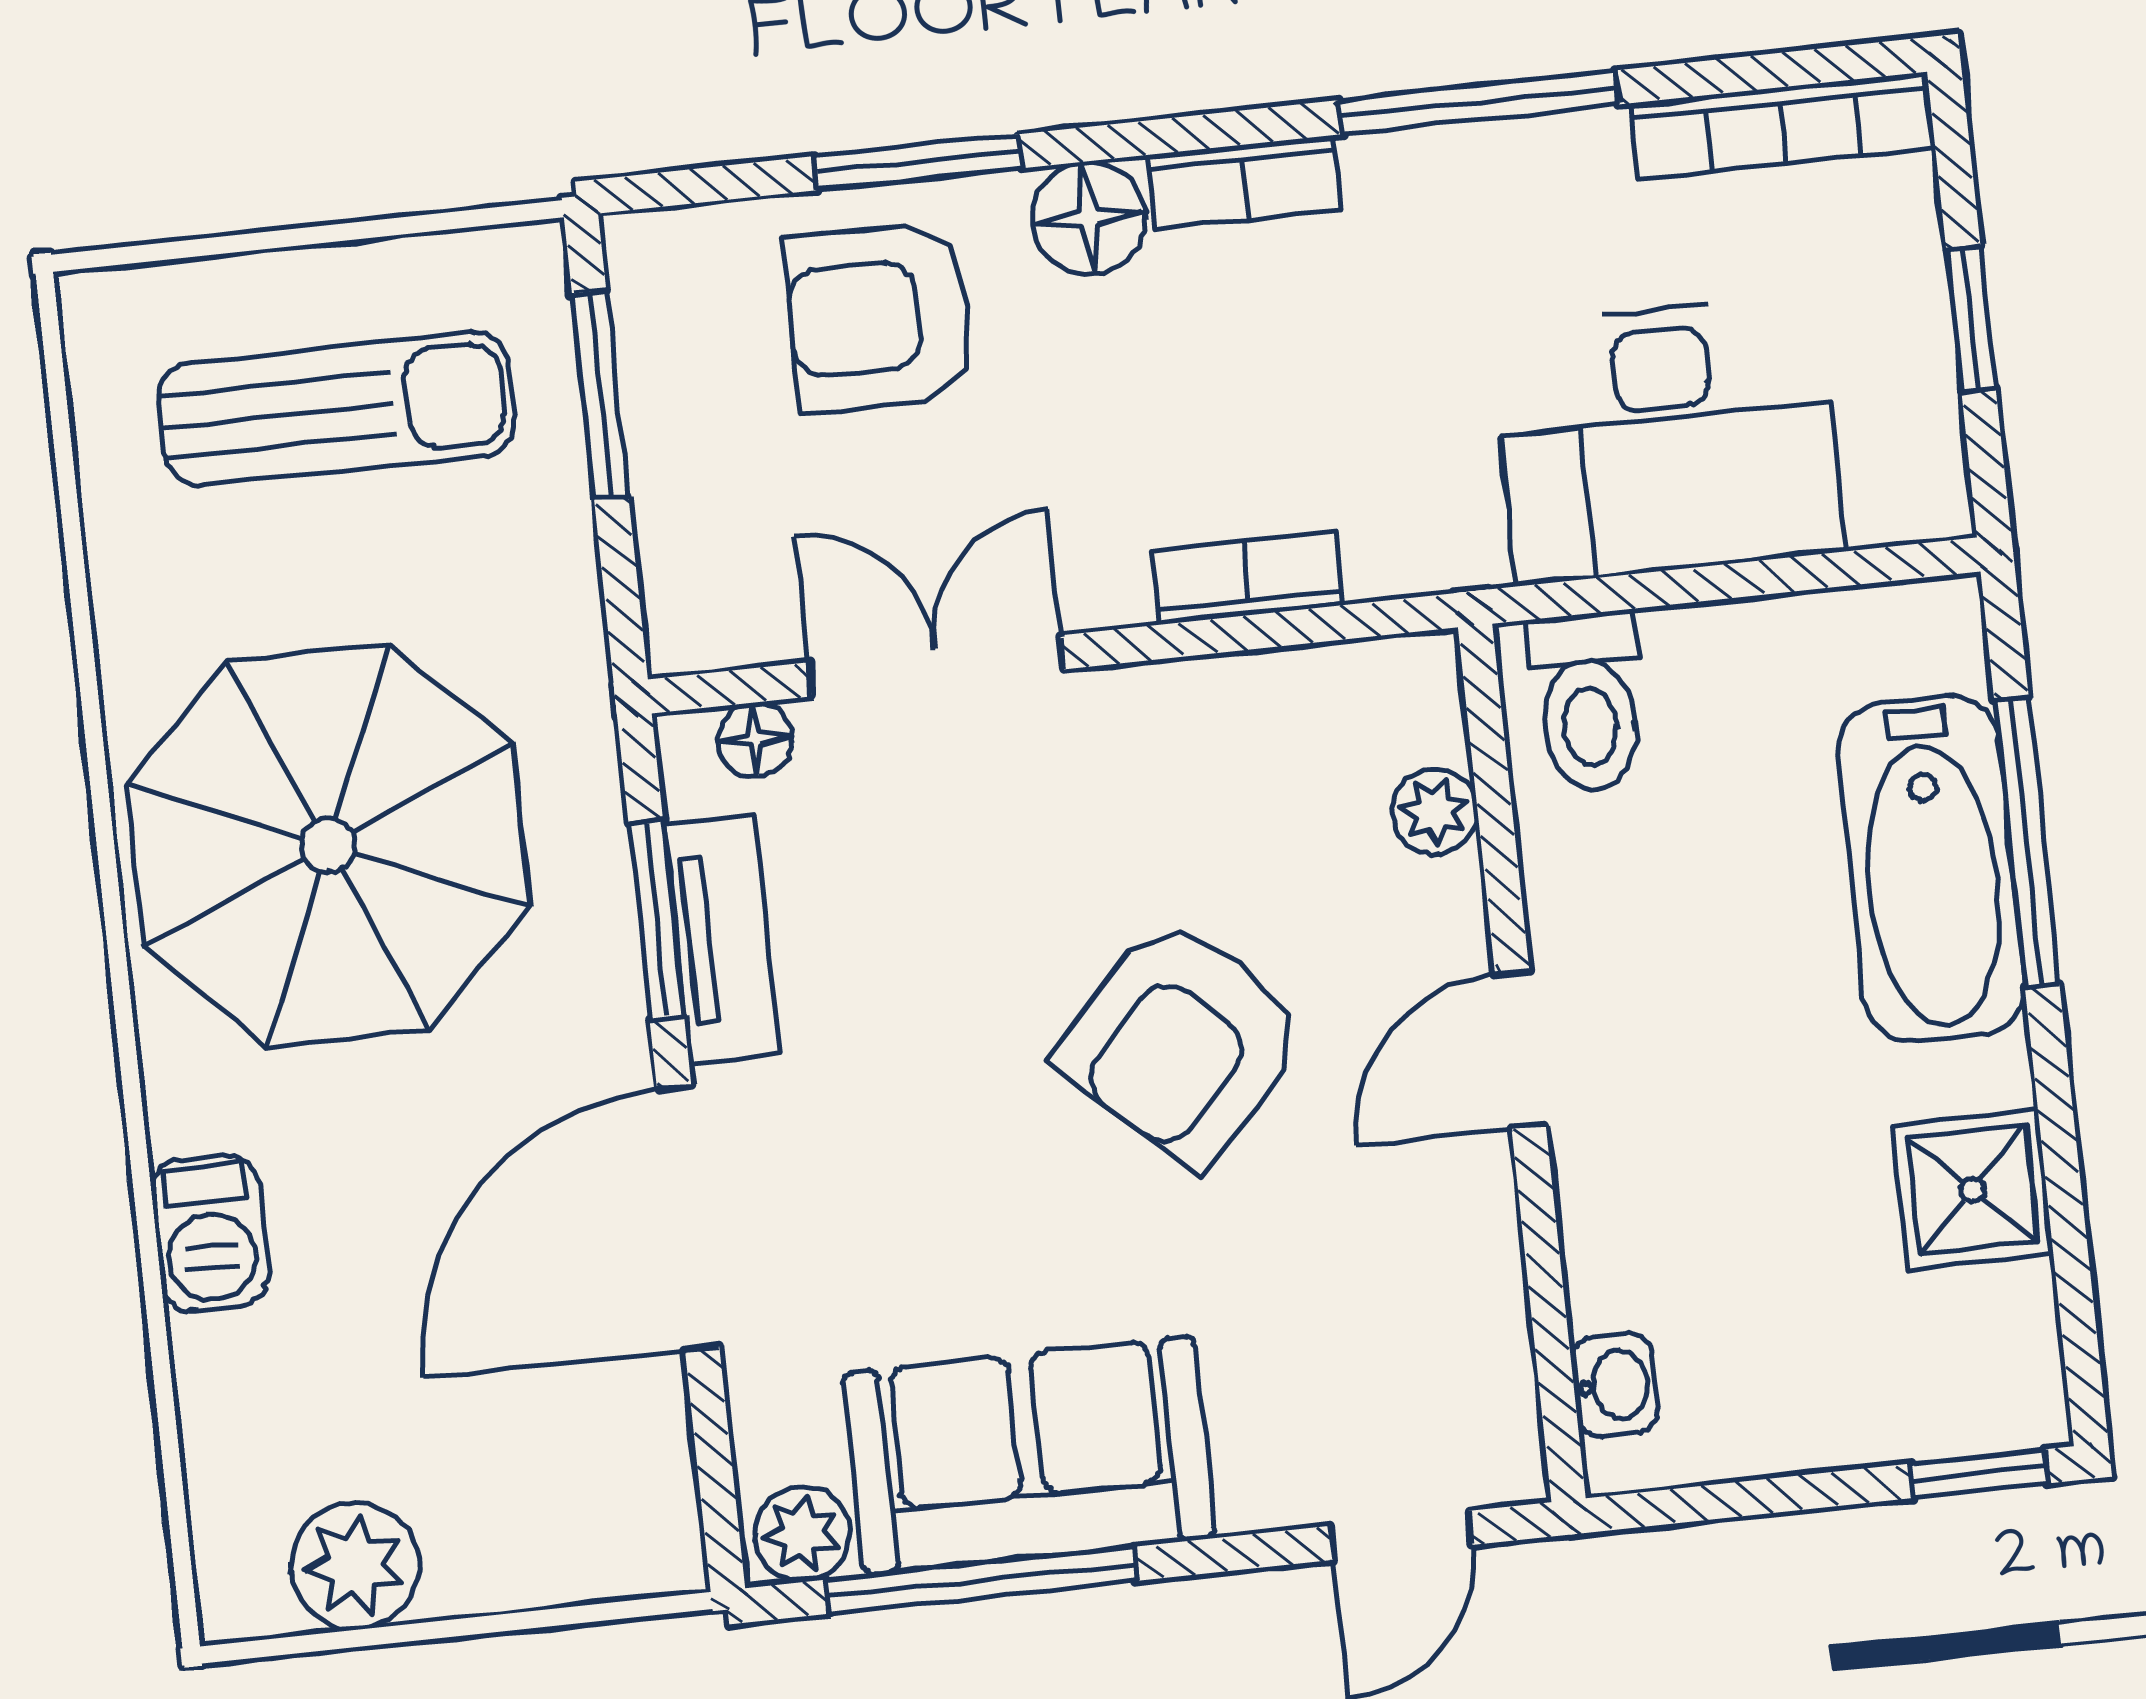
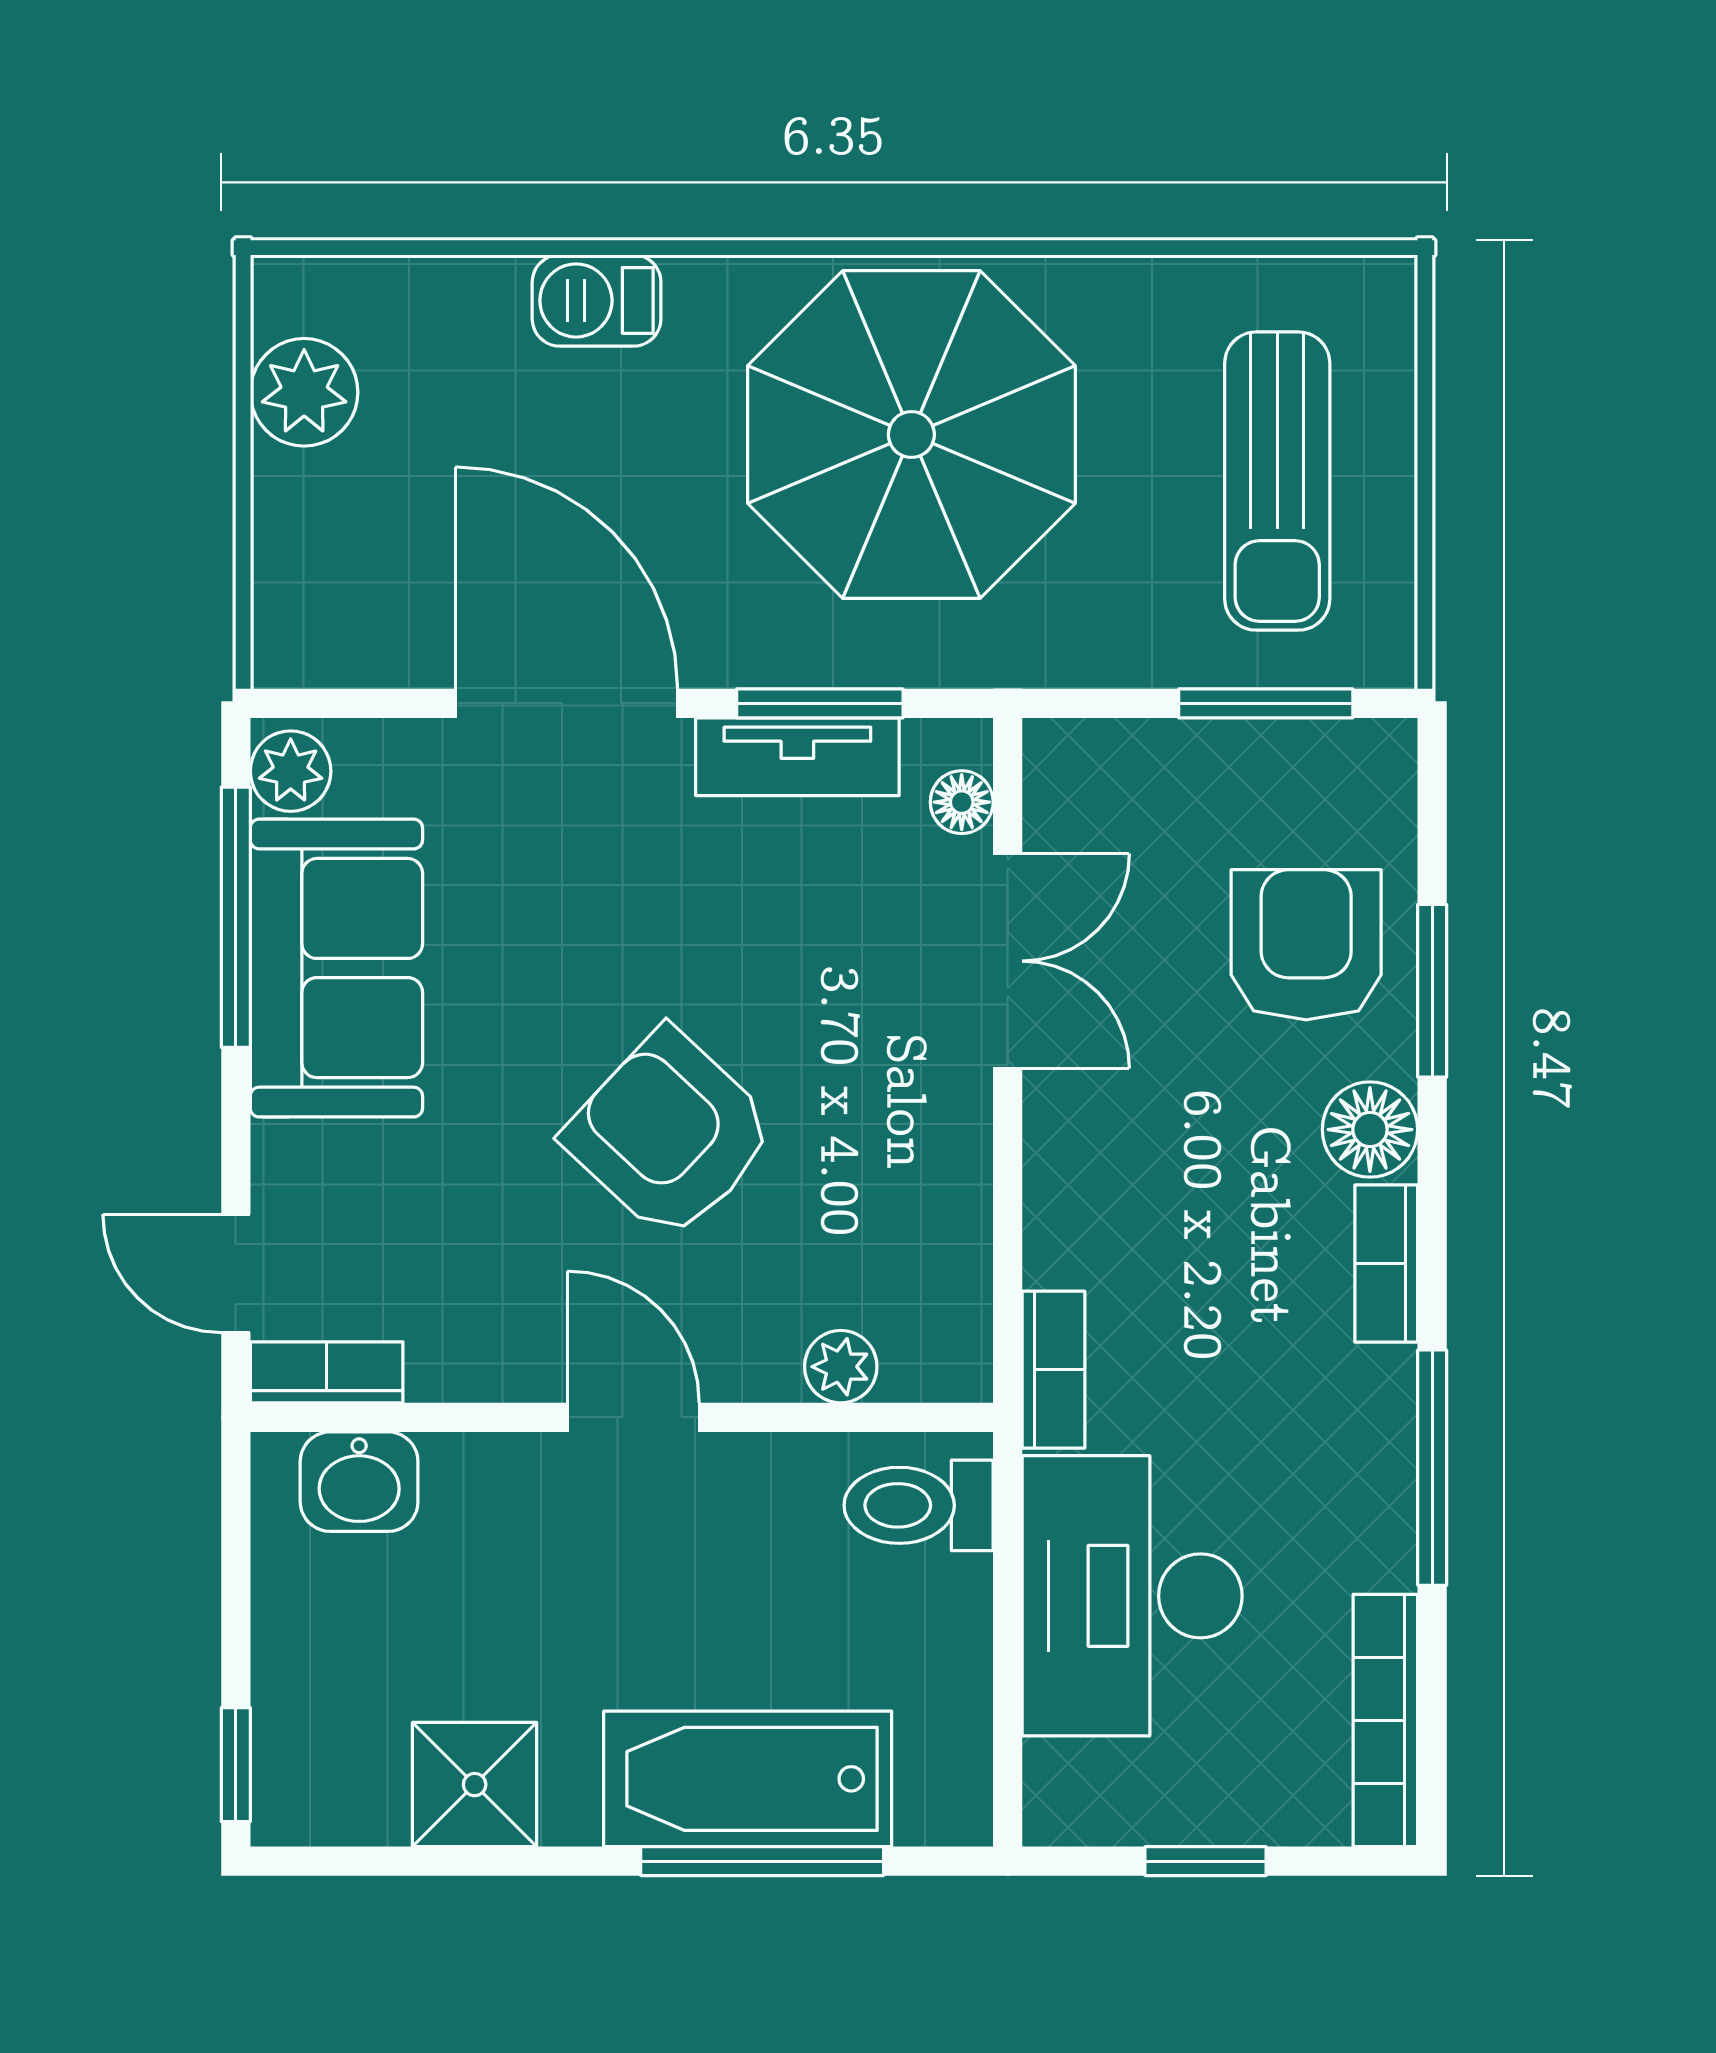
bookcase: (1247, 578) -> (1053, 1370), moved
washbasin: (1615, 1385) -> (359, 1482), width x1.38, depth x1.45
bookcase: (1506, 1416) -> (327, 1372), added

